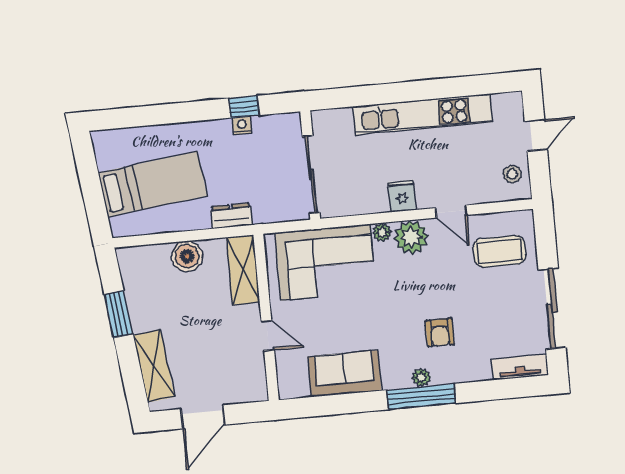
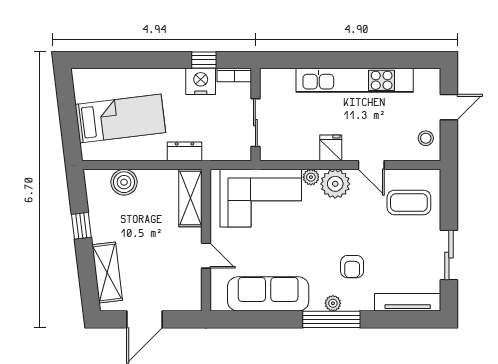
bookcase: (281, 121) -> (234, 75), added
nightstand: (242, 125) -> (201, 81), width x1.89, depth x1.79
sliding door: (311, 174) -> (255, 123), width x0.73
boiler: (187, 256) -> (124, 182), moved
sliding door: (552, 308) -> (449, 255), width x0.73
window: (119, 314) -> (81, 226), width x0.67
tv unit: (520, 367) -> (408, 302), width x1.41
sofa: (345, 374) -> (268, 294), width x1.36

